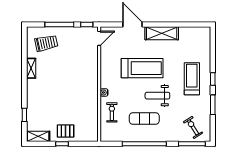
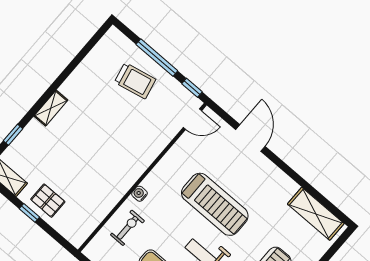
shelving: (162, 33) -> (316, 214), moved
trolley: (46, 43) -> (135, 81), moved
shelving: (31, 68) -> (51, 108), moved

